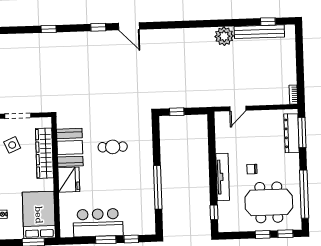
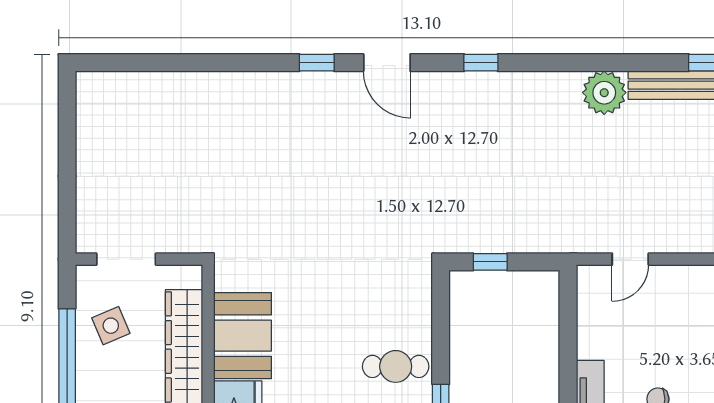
window: (49, 29) -> (481, 63), moved
cafe table: (113, 147) -> (396, 366), moved

